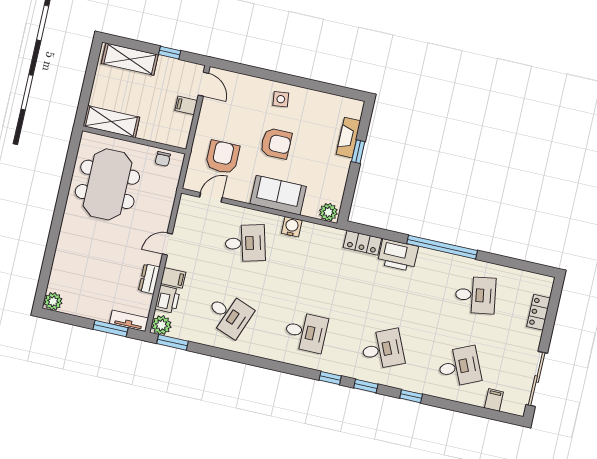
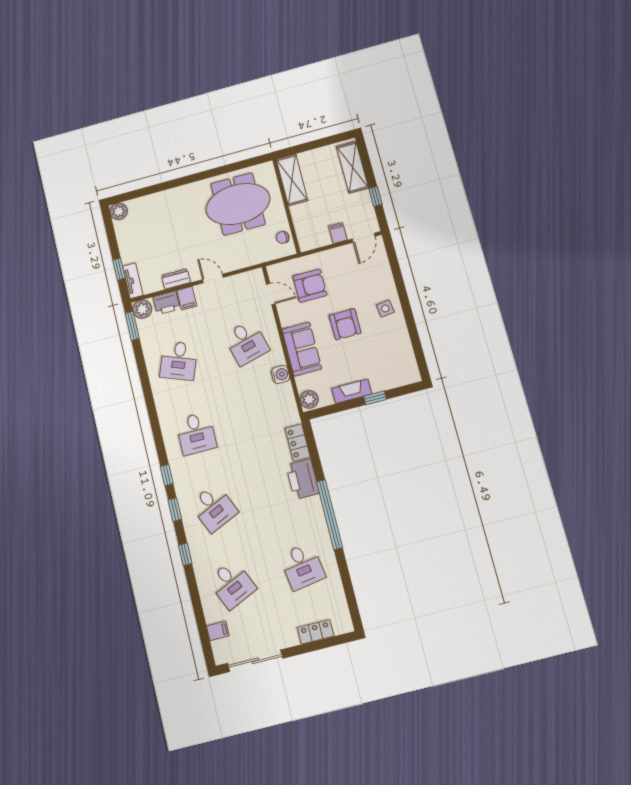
fireplace: (348, 138) -> (352, 391), moved
window: (110, 328) -> (119, 269), width x0.67

